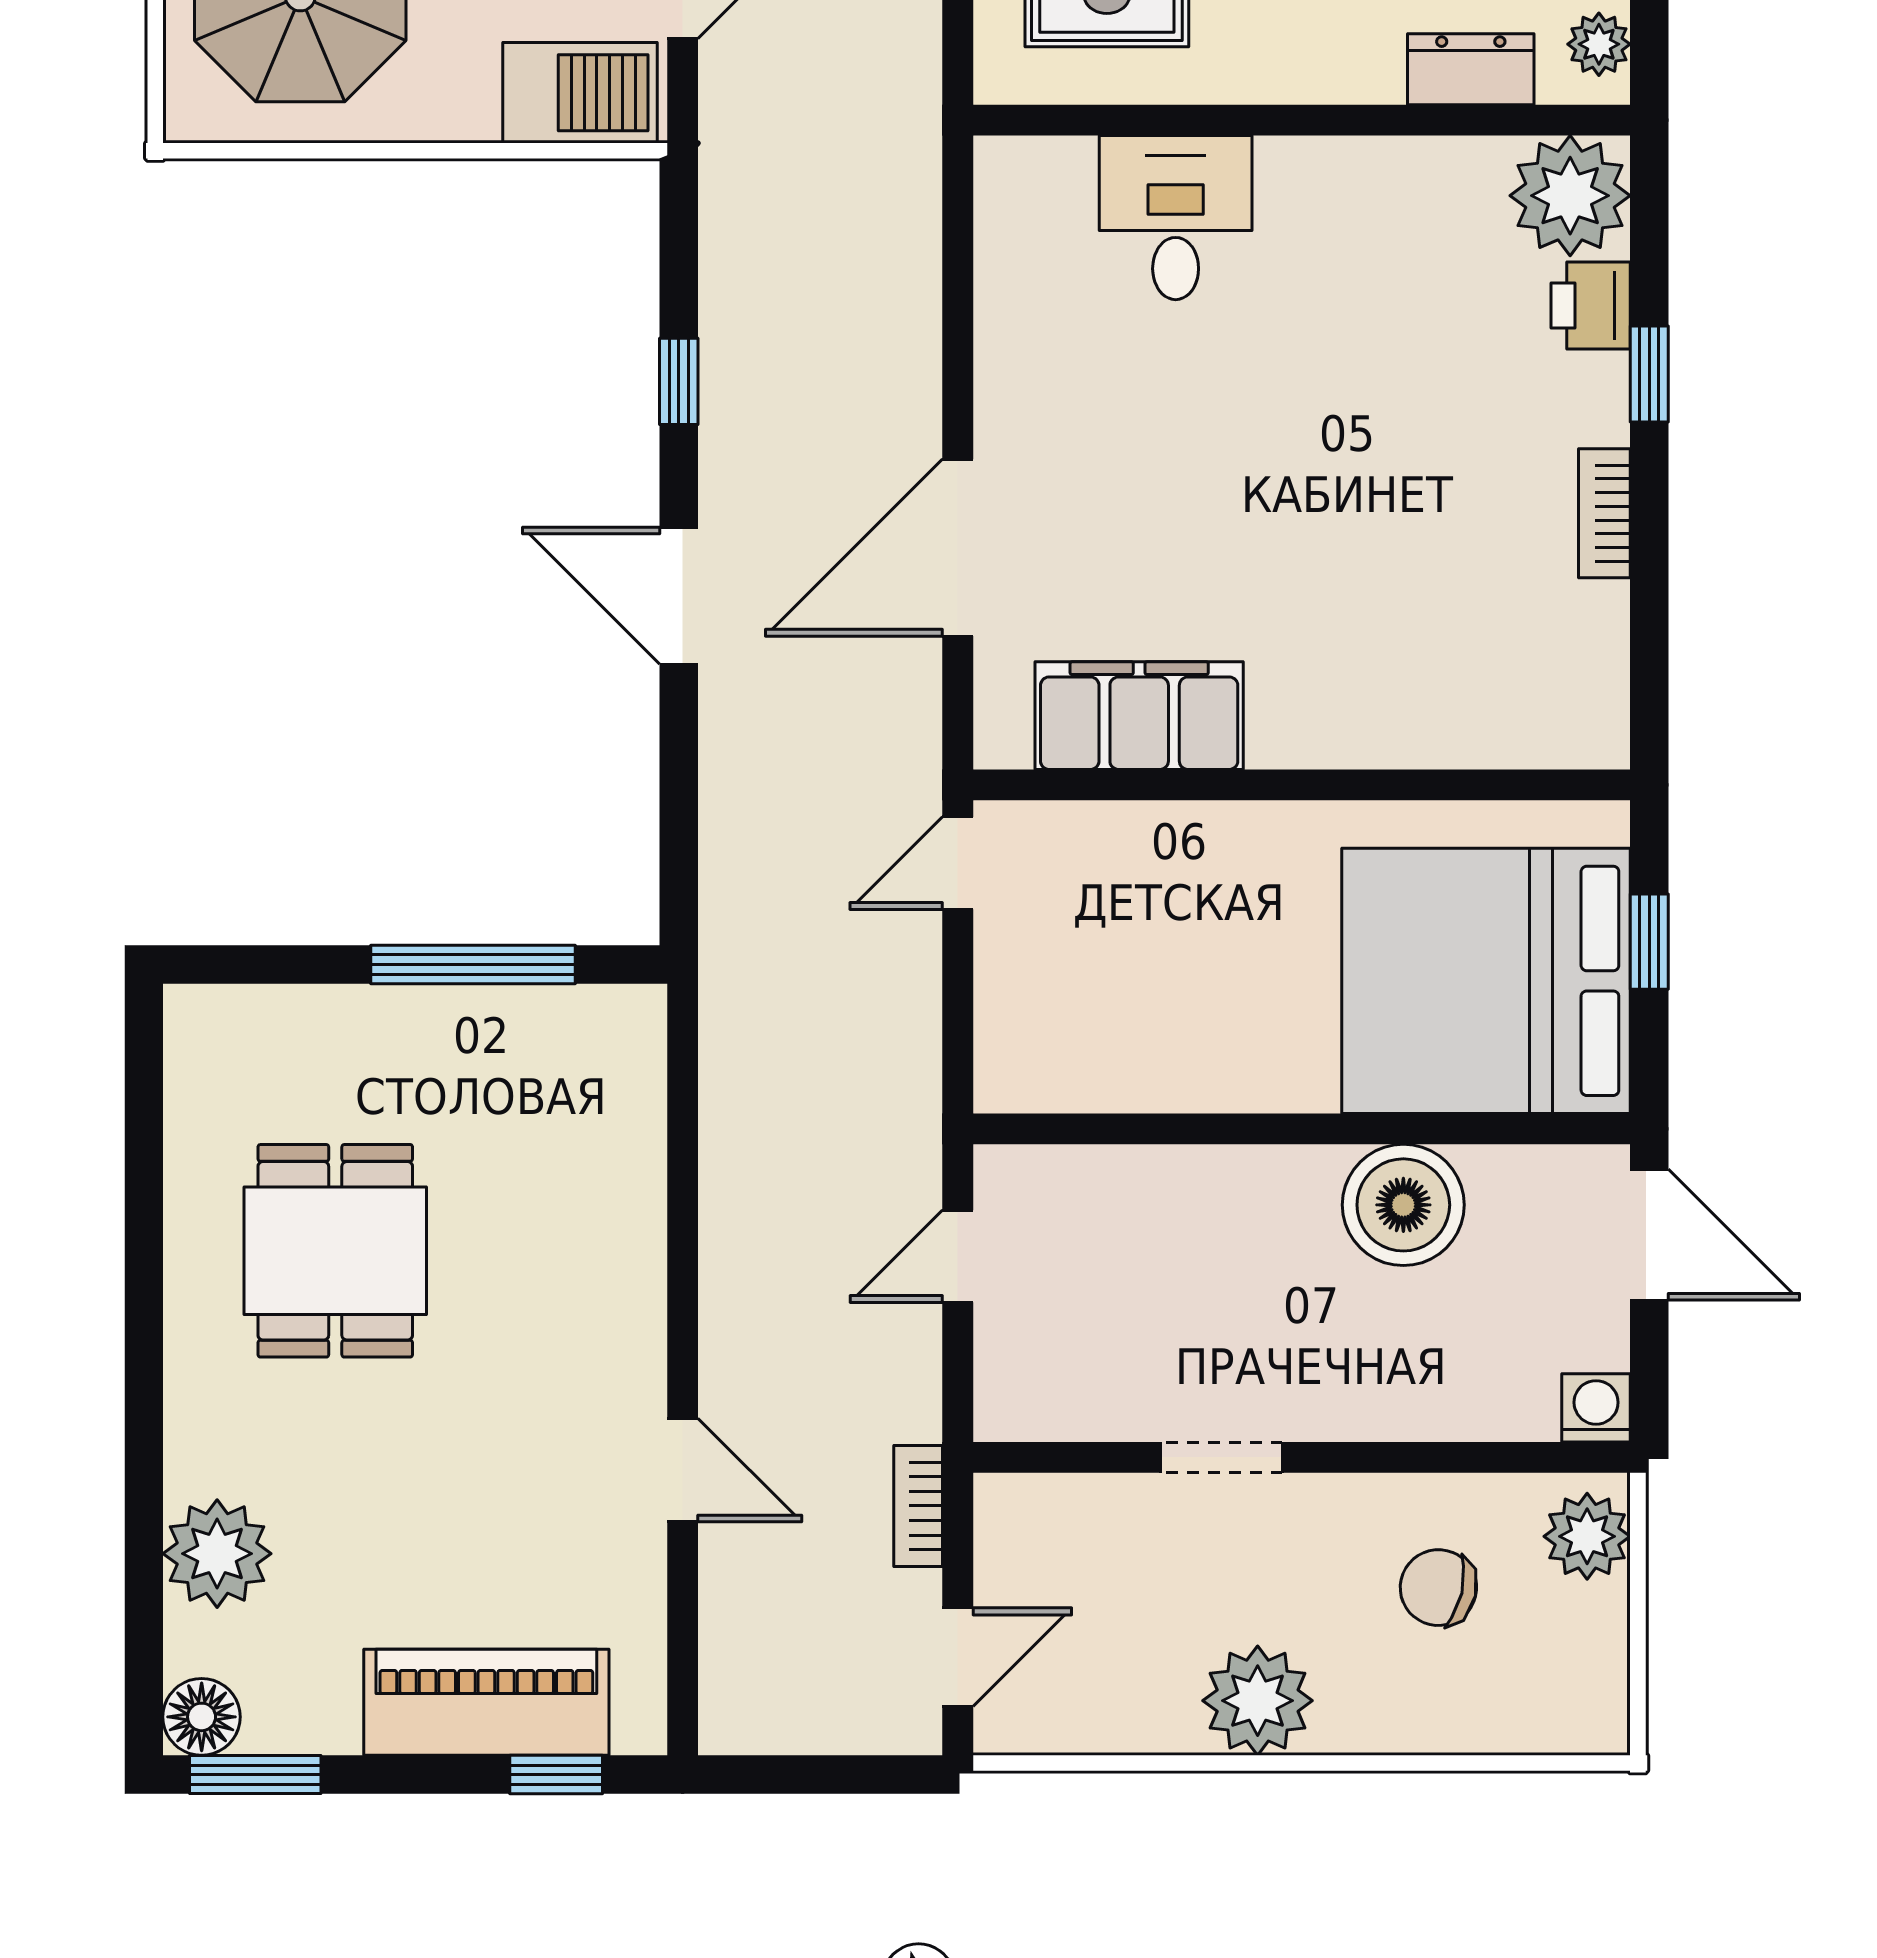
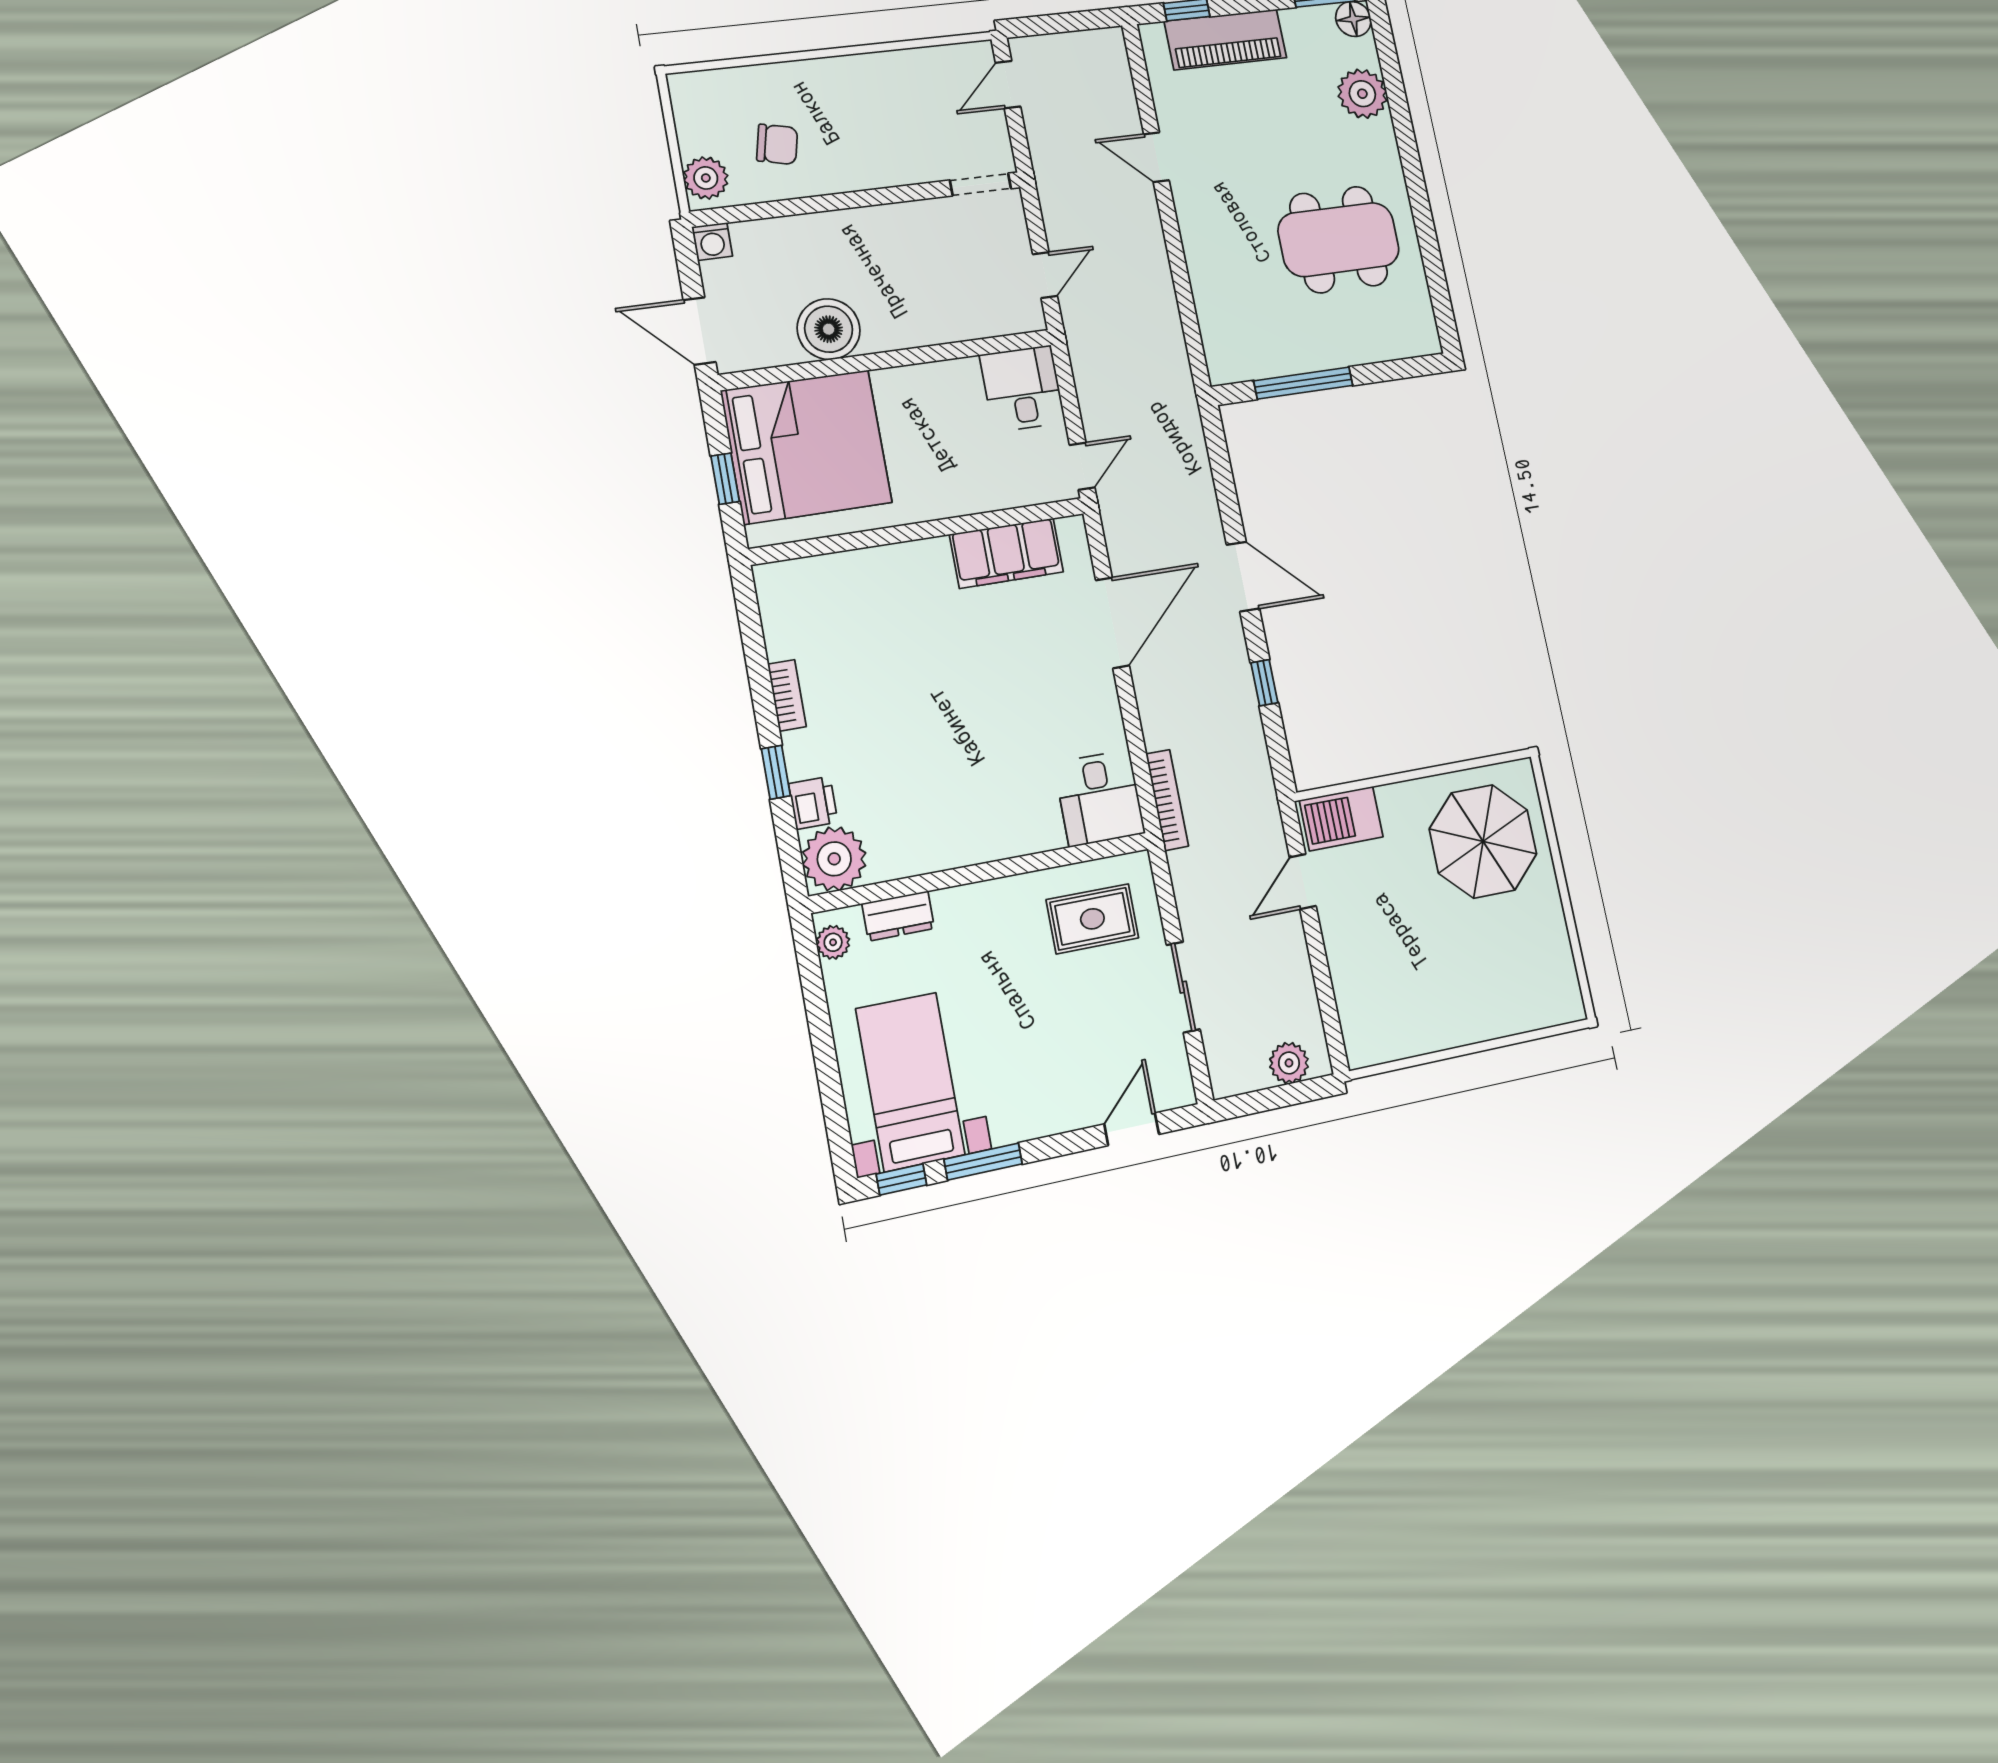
desk: (1176, 218) -> (1099, 798), moved
desk: (1047, 1034) -> (1022, 389), added
dining table: (335, 1251) -> (1339, 240), width x1.38
doorway: (1222, 1457) -> (980, 184), moved
bookcase: (918, 1506) -> (1167, 800), moved, width x1.56
plant: (1258, 1701) -> (858, 80), removed

